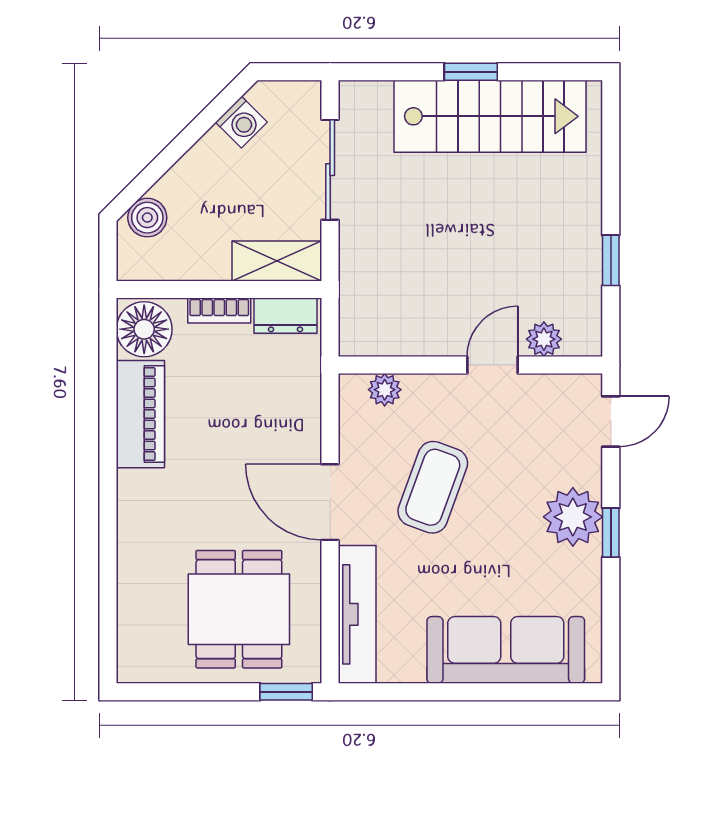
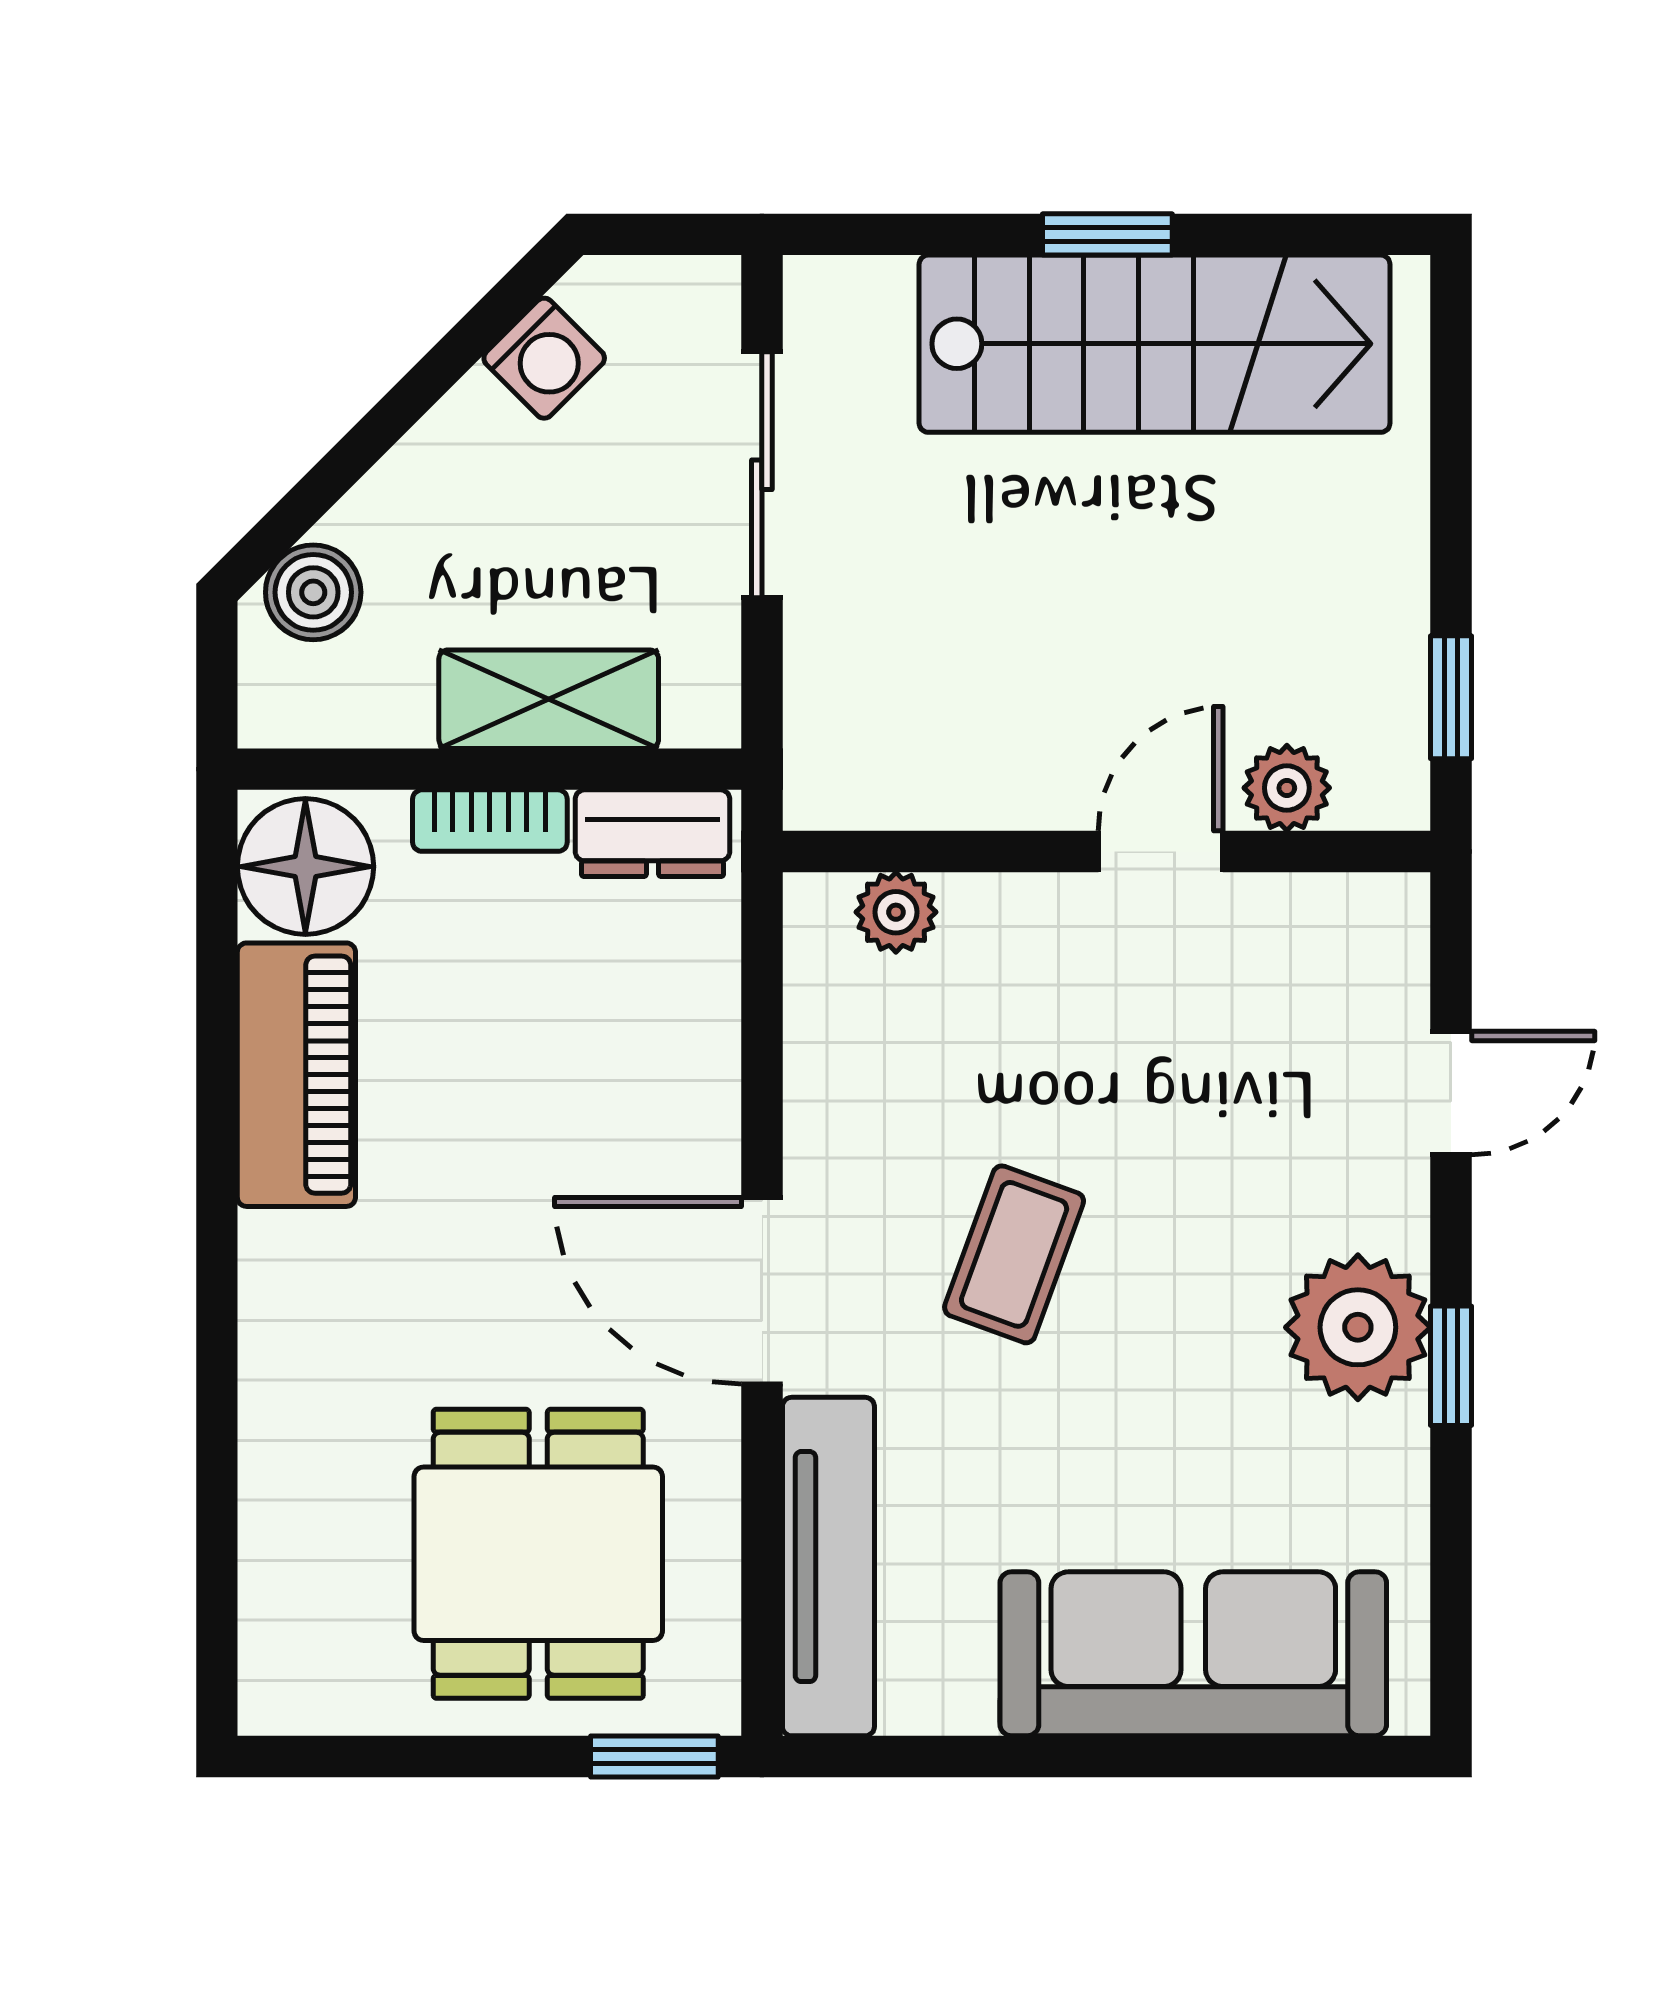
shelving: (277, 261) -> (549, 699), moved
plant: (544, 339) -> (1287, 788), moved
wall: (470, 365) -> (1106, 851), moved
door: (492, 365) -> (1161, 851), moved
plant: (385, 390) -> (896, 912), moved
coffee table: (433, 487) -> (1014, 1254), width x0.73, depth x0.77

